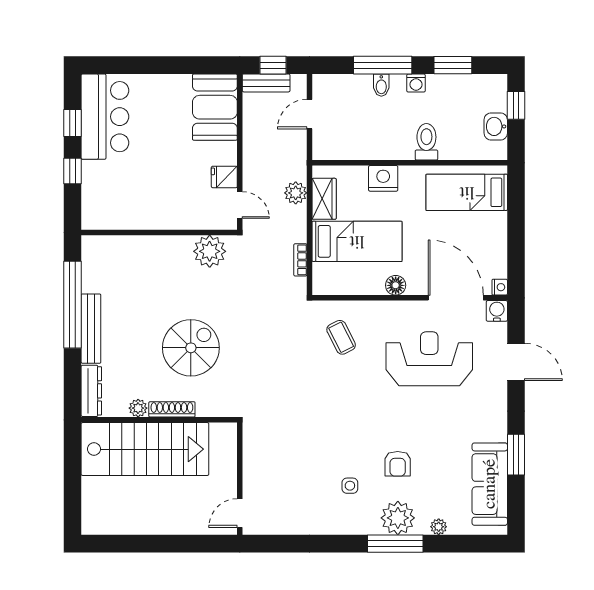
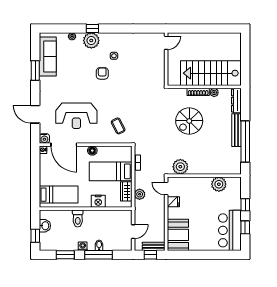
plant: (128, 214) -> (219, 184), added
armchair: (398, 464) -> (102, 73), moved
window: (395, 544) -> (92, 28), width x0.46

